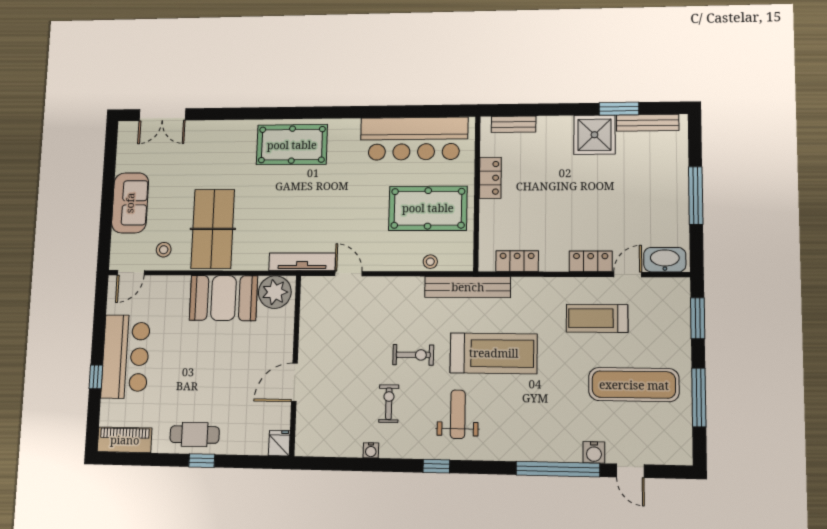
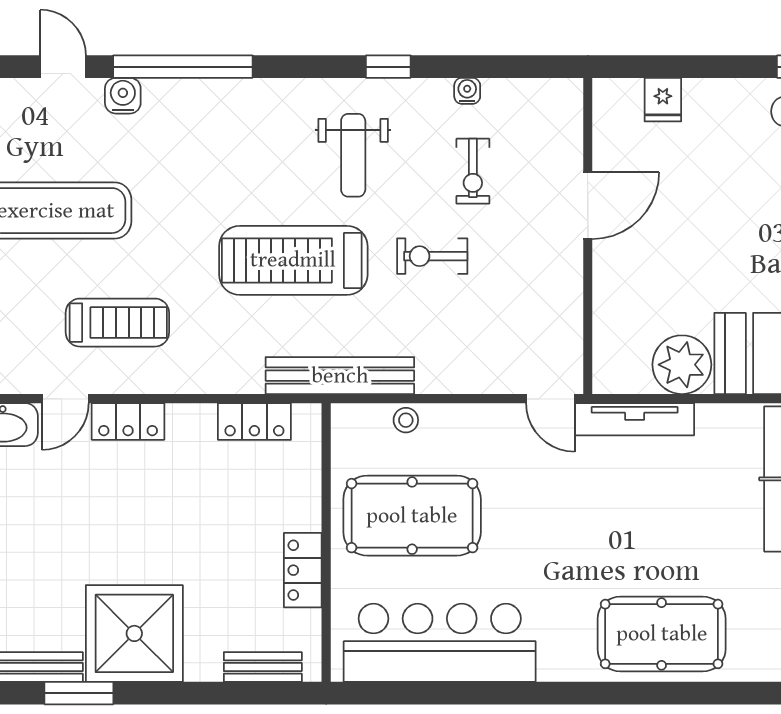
shower: (594, 135) -> (134, 633), width x1.37, depth x1.37
wall: (295, 365) -> (588, 236), moved
door: (295, 382) -> (588, 206), moved
water cooler: (371, 450) -> (467, 91), moved

